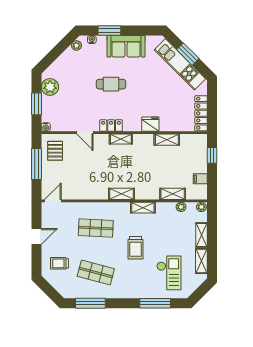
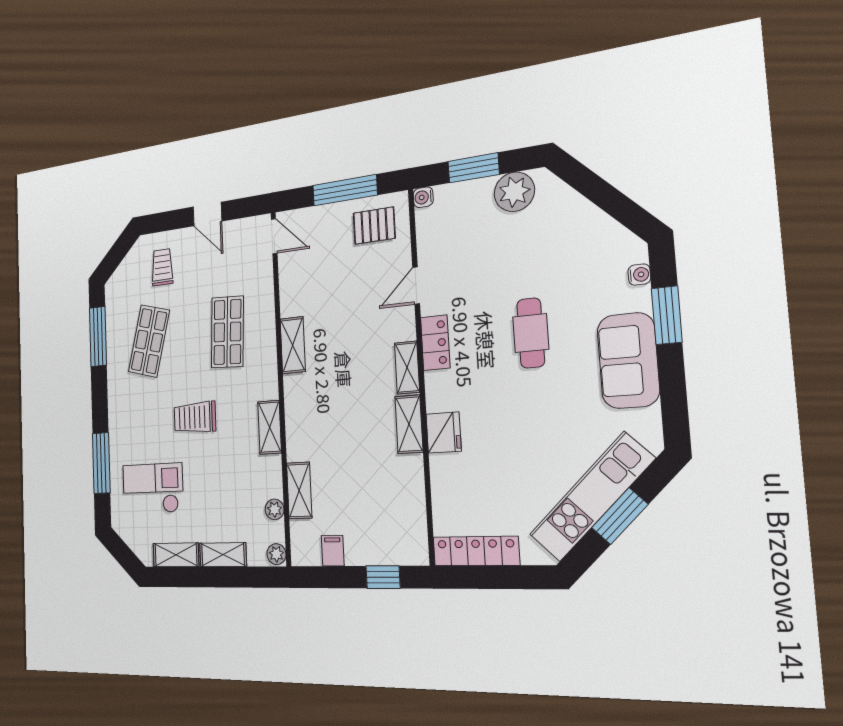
plant: (76, 45) -> (621, 239), removed
shelving: (167, 140) -> (409, 424), moved
shelving: (121, 194) -> (293, 345), moved
checkout: (169, 273) -> (153, 488), turned 180

